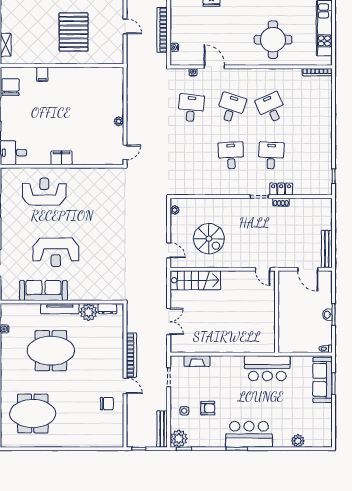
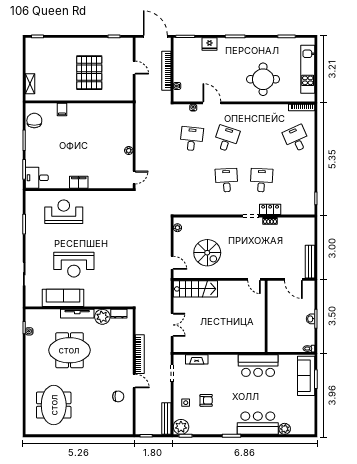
desk: (271, 108) -> (296, 139), moved
meeting table: (33, 414) -> (54, 405), turned 90
bar counter: (249, 434) -> (258, 423), moved

